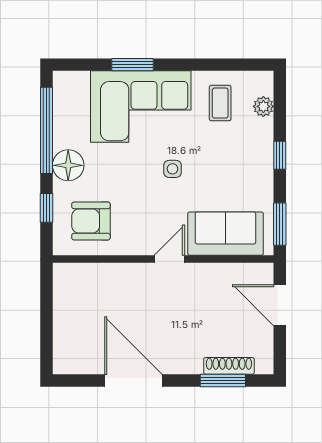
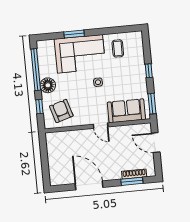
plant: (263, 106) -> (139, 48), removed
armchair: (91, 221) -> (61, 111), turned 73
door: (169, 259) -> (101, 126), swing flipped

